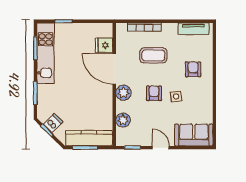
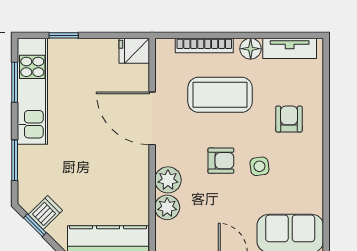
floor lamp: (171, 29) -> (251, 49), added
fridge: (104, 45) -> (134, 51), moved
coffee table: (153, 55) -> (220, 95), width x1.36, depth x1.32
plant: (123, 93) -> (168, 180), moved
armchair: (154, 93) -> (221, 161), turned 90

